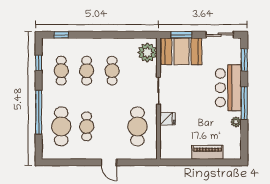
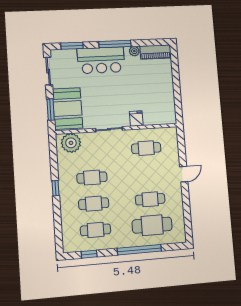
window: (61, 35) -> (56, 188), moved
cafe table: (137, 126) -> (146, 148), width x0.73, depth x0.74
piano: (207, 152) -> (156, 52), moved, turned -90

